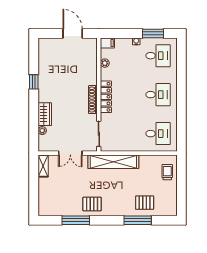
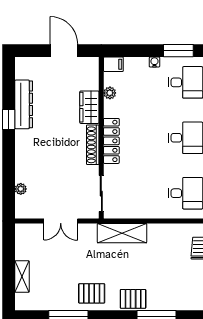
dresser: (44, 71) -> (24, 104), added
wardrobe: (45, 114) -> (89, 107), moved, turned 180
shelving: (113, 162) -> (122, 233), width x0.68
shelving: (43, 166) -> (22, 277), moved
pallet: (145, 203) -> (133, 299), moved

